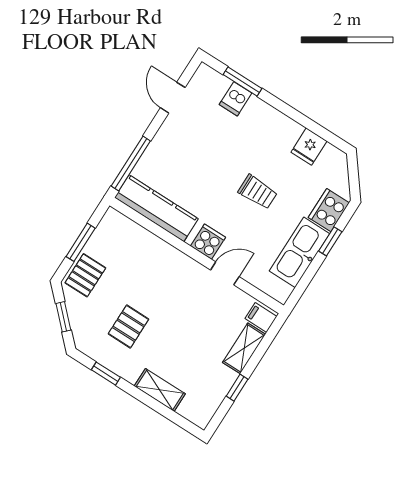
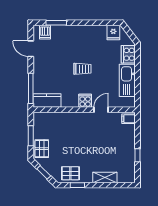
dishwasher: (236, 99) -> (45, 32), moved
fridge: (309, 147) -> (113, 33), moved
trolley: (258, 192) -> (82, 69), moved
kitchen counter: (156, 208) -> (47, 100), width x0.67
window: (330, 241) -> (137, 67), removed
pallet: (128, 327) -> (70, 173), moved, turned 90
shelving: (244, 348) -> (130, 137), removed

